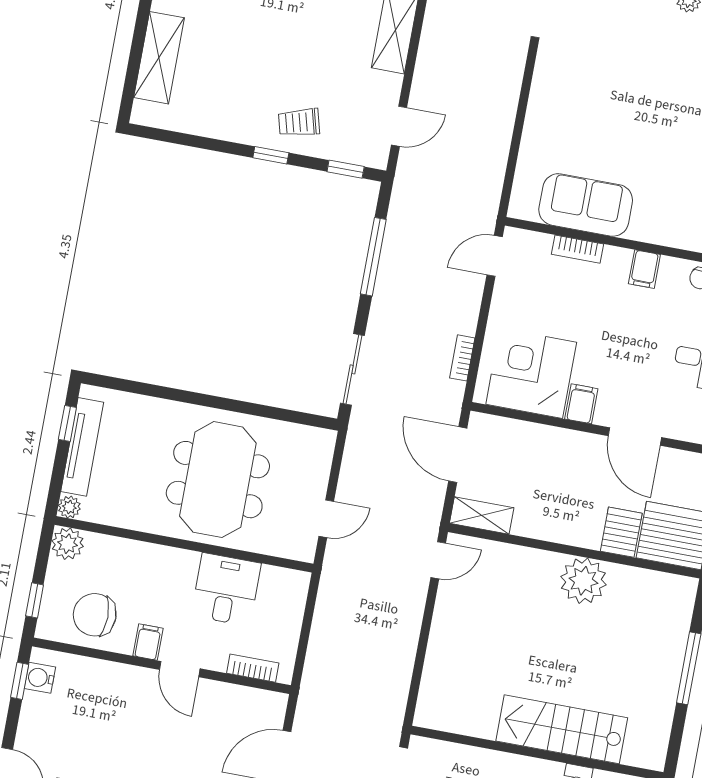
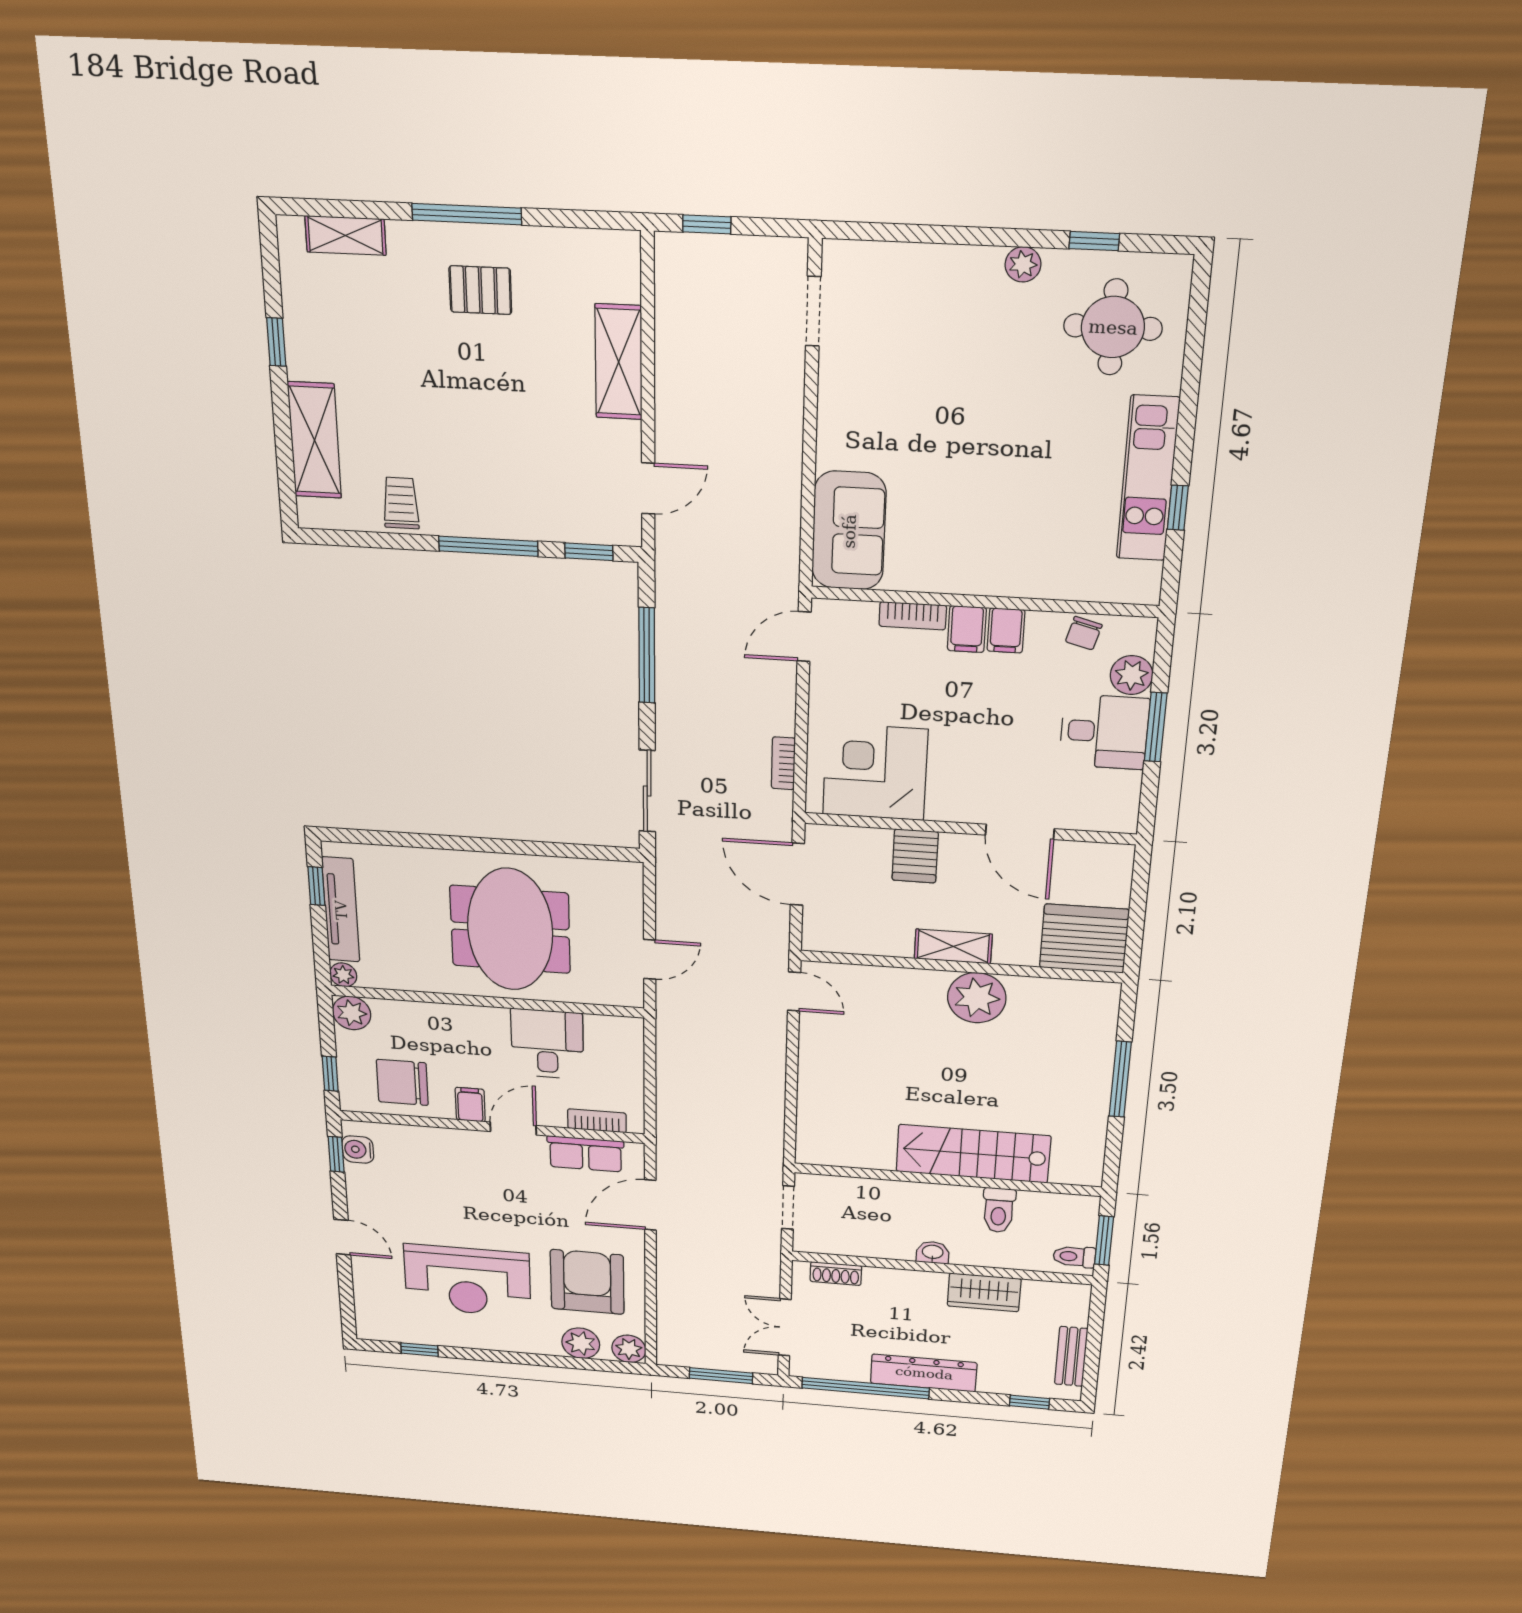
trolley: (299, 122) -> (401, 503), moved, turned 105
window: (271, 155) -> (488, 546), width x2.17
sofa: (586, 205) -> (849, 531), moved, turned 90
filing cabinet: (581, 404) -> (967, 629), moved, turned 180
shelving: (482, 515) -> (953, 946), moved
server rack: (621, 532) -> (915, 856), moved, turned 180
door: (438, 560) -> (794, 991), hinge flipped
door: (180, 669) -> (513, 1129), swing flipped
row of seats: (236, 700) -> (586, 1154), added

